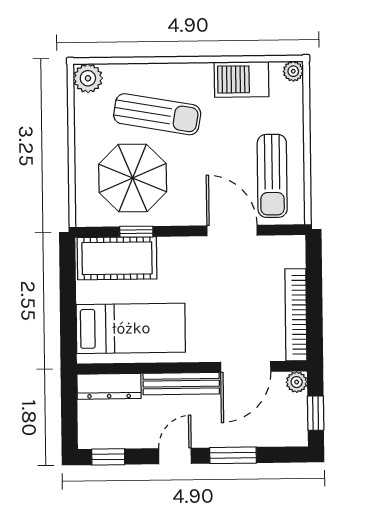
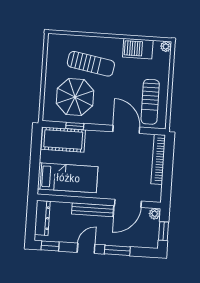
plant: (88, 78) -> (55, 41), removed
bookcase: (296, 315) -> (158, 159), moved
dresser: (109, 386) -> (42, 218), moved, turned -90

